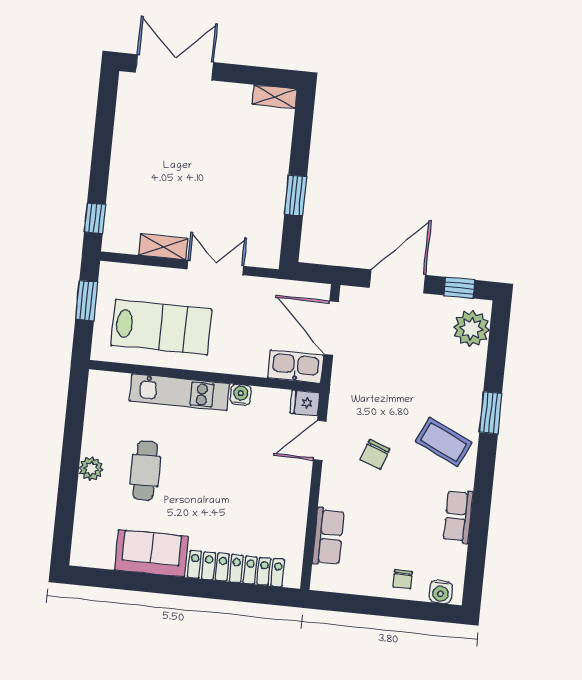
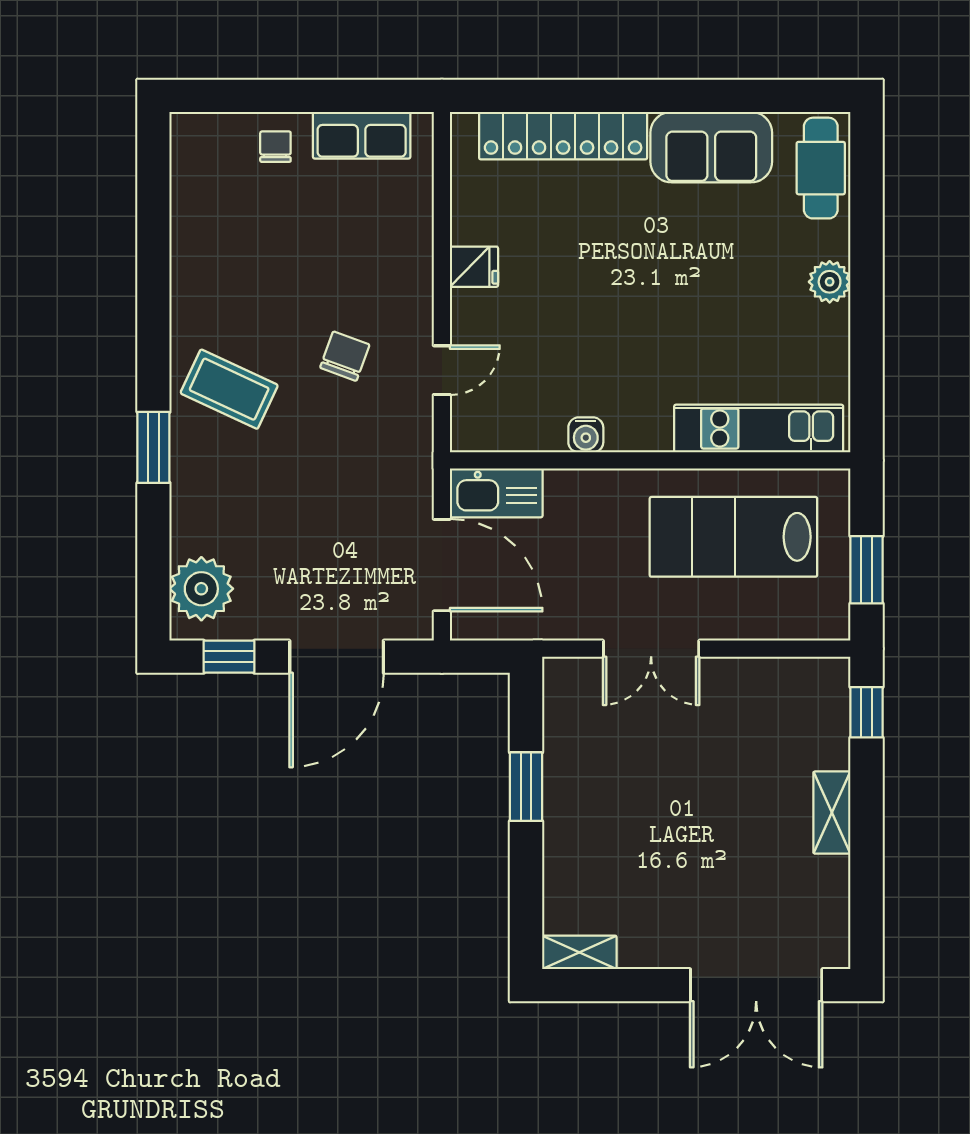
shelving: (163, 247) -> (832, 813), moved, turned 90
kitchen unit: (179, 392) -> (759, 429), moved
fridge: (305, 403) -> (474, 267), moved
door: (320, 440) -> (442, 370), width x0.73
cafe table: (145, 471) -> (821, 168), moved
row of seats: (458, 516) -> (191, 264), removed
row of seats: (328, 537) -> (362, 135), moved, turned -90
water cooler: (441, 592) -> (208, 131), removed

